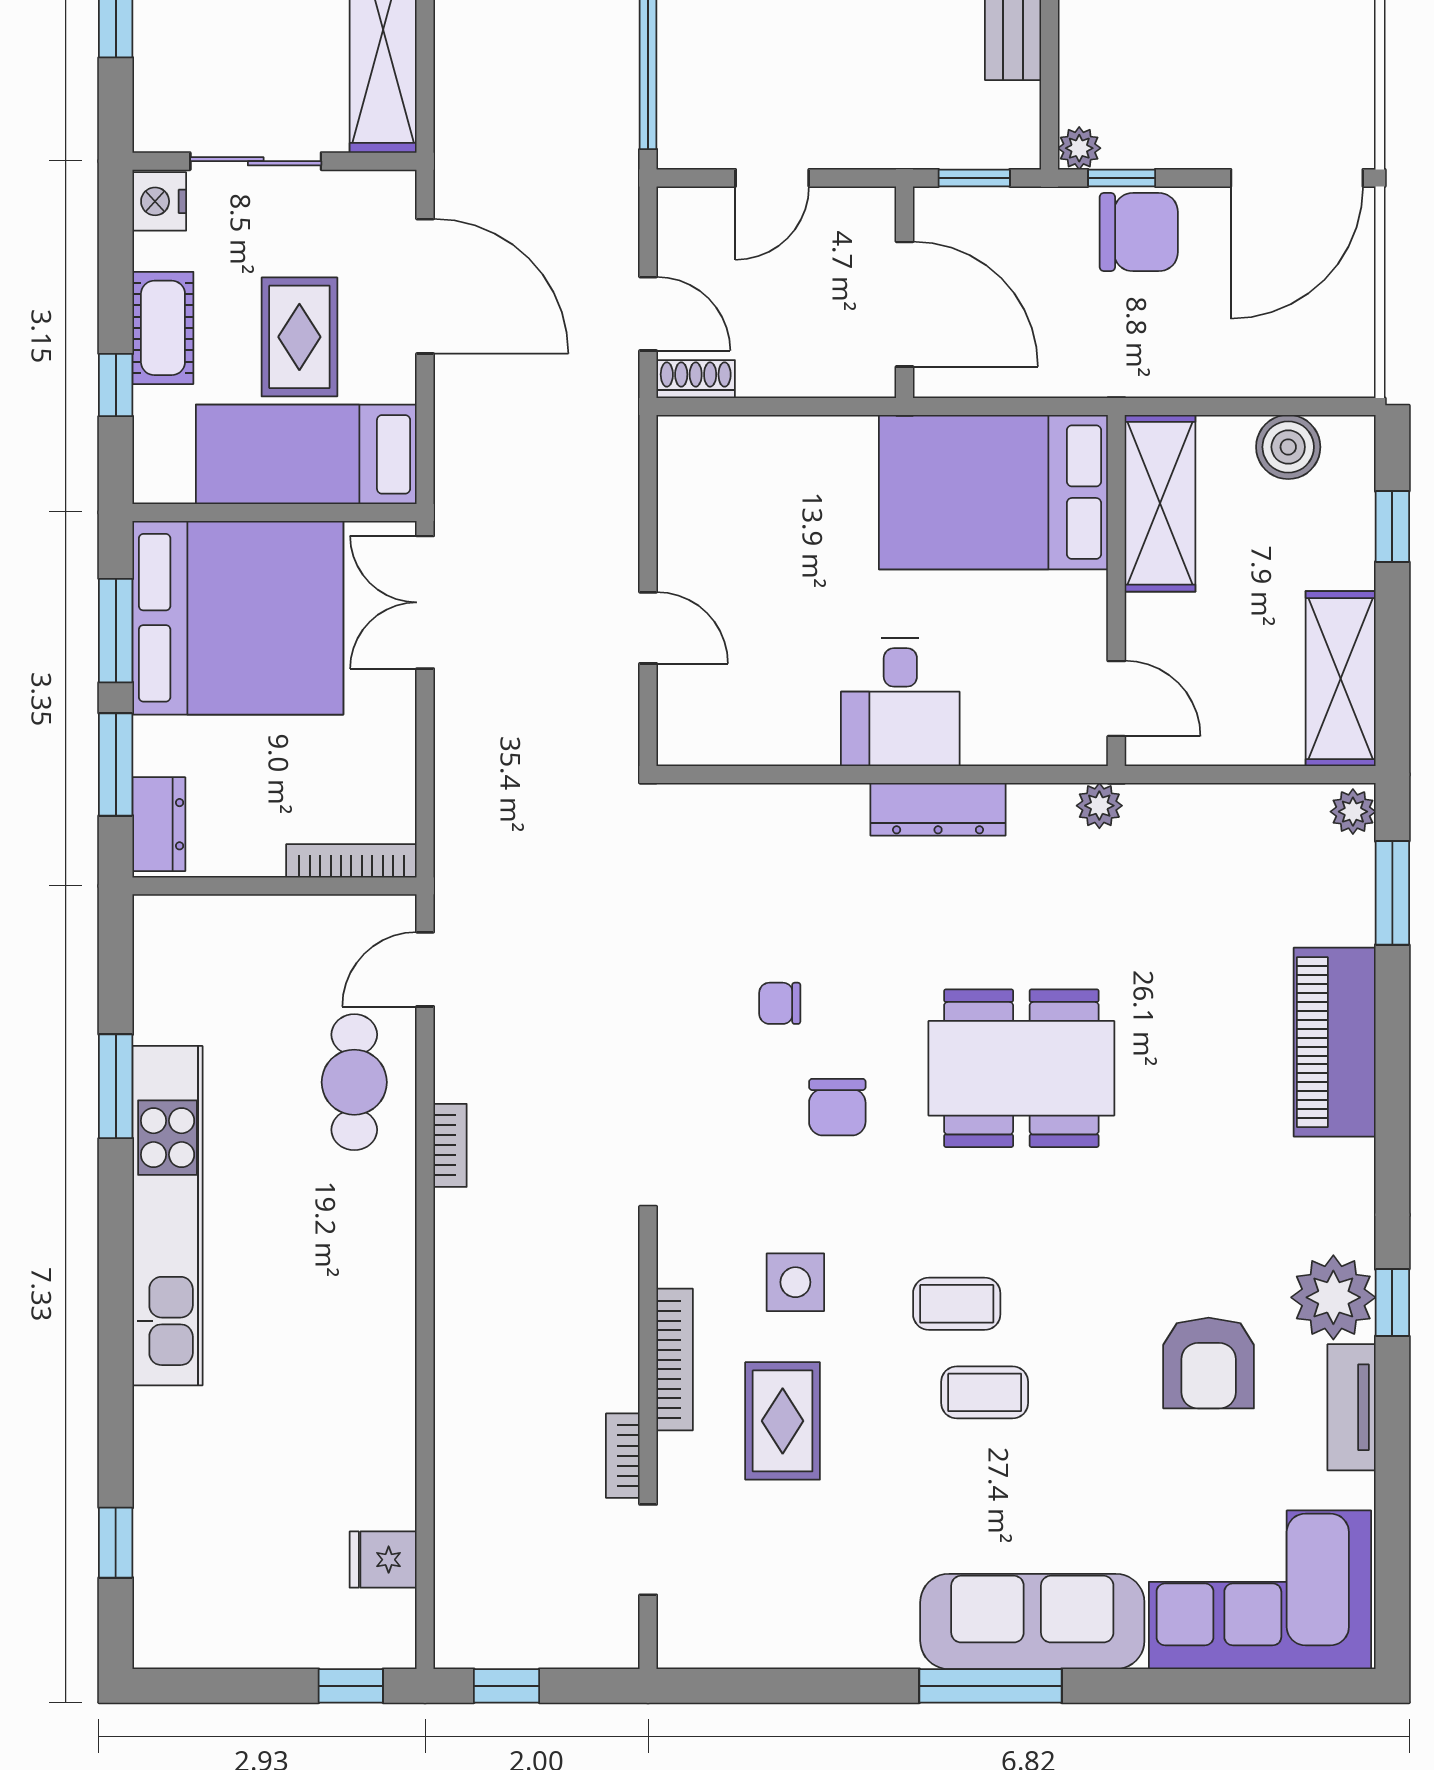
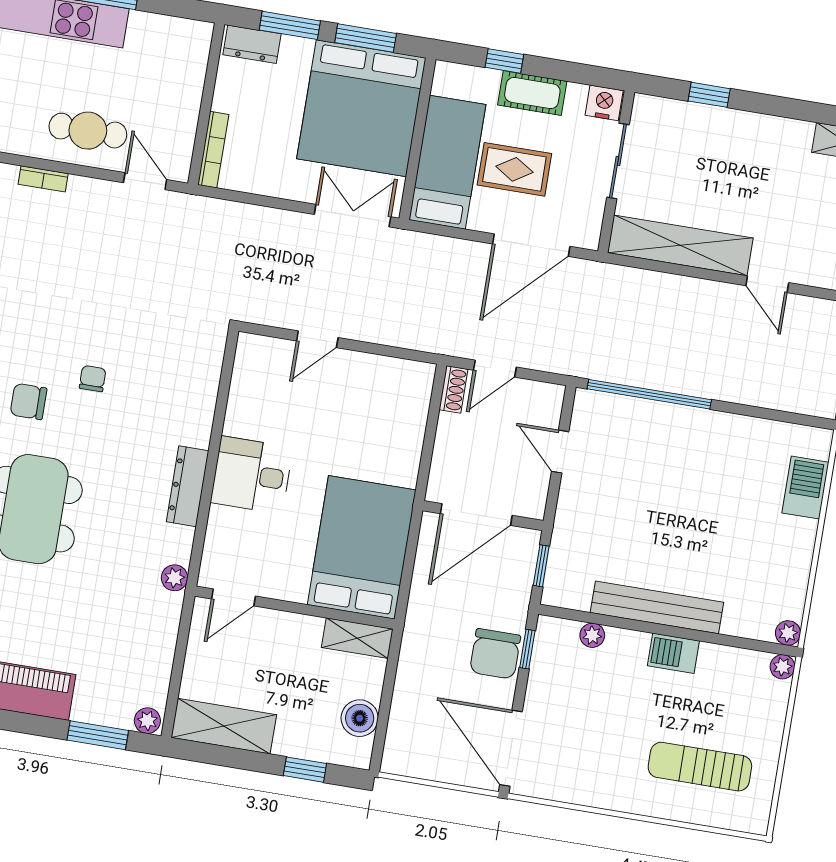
plant: (1079, 148) -> (592, 635), moved
shelving: (1160, 503) -> (357, 638), width x0.67, depth x0.75

